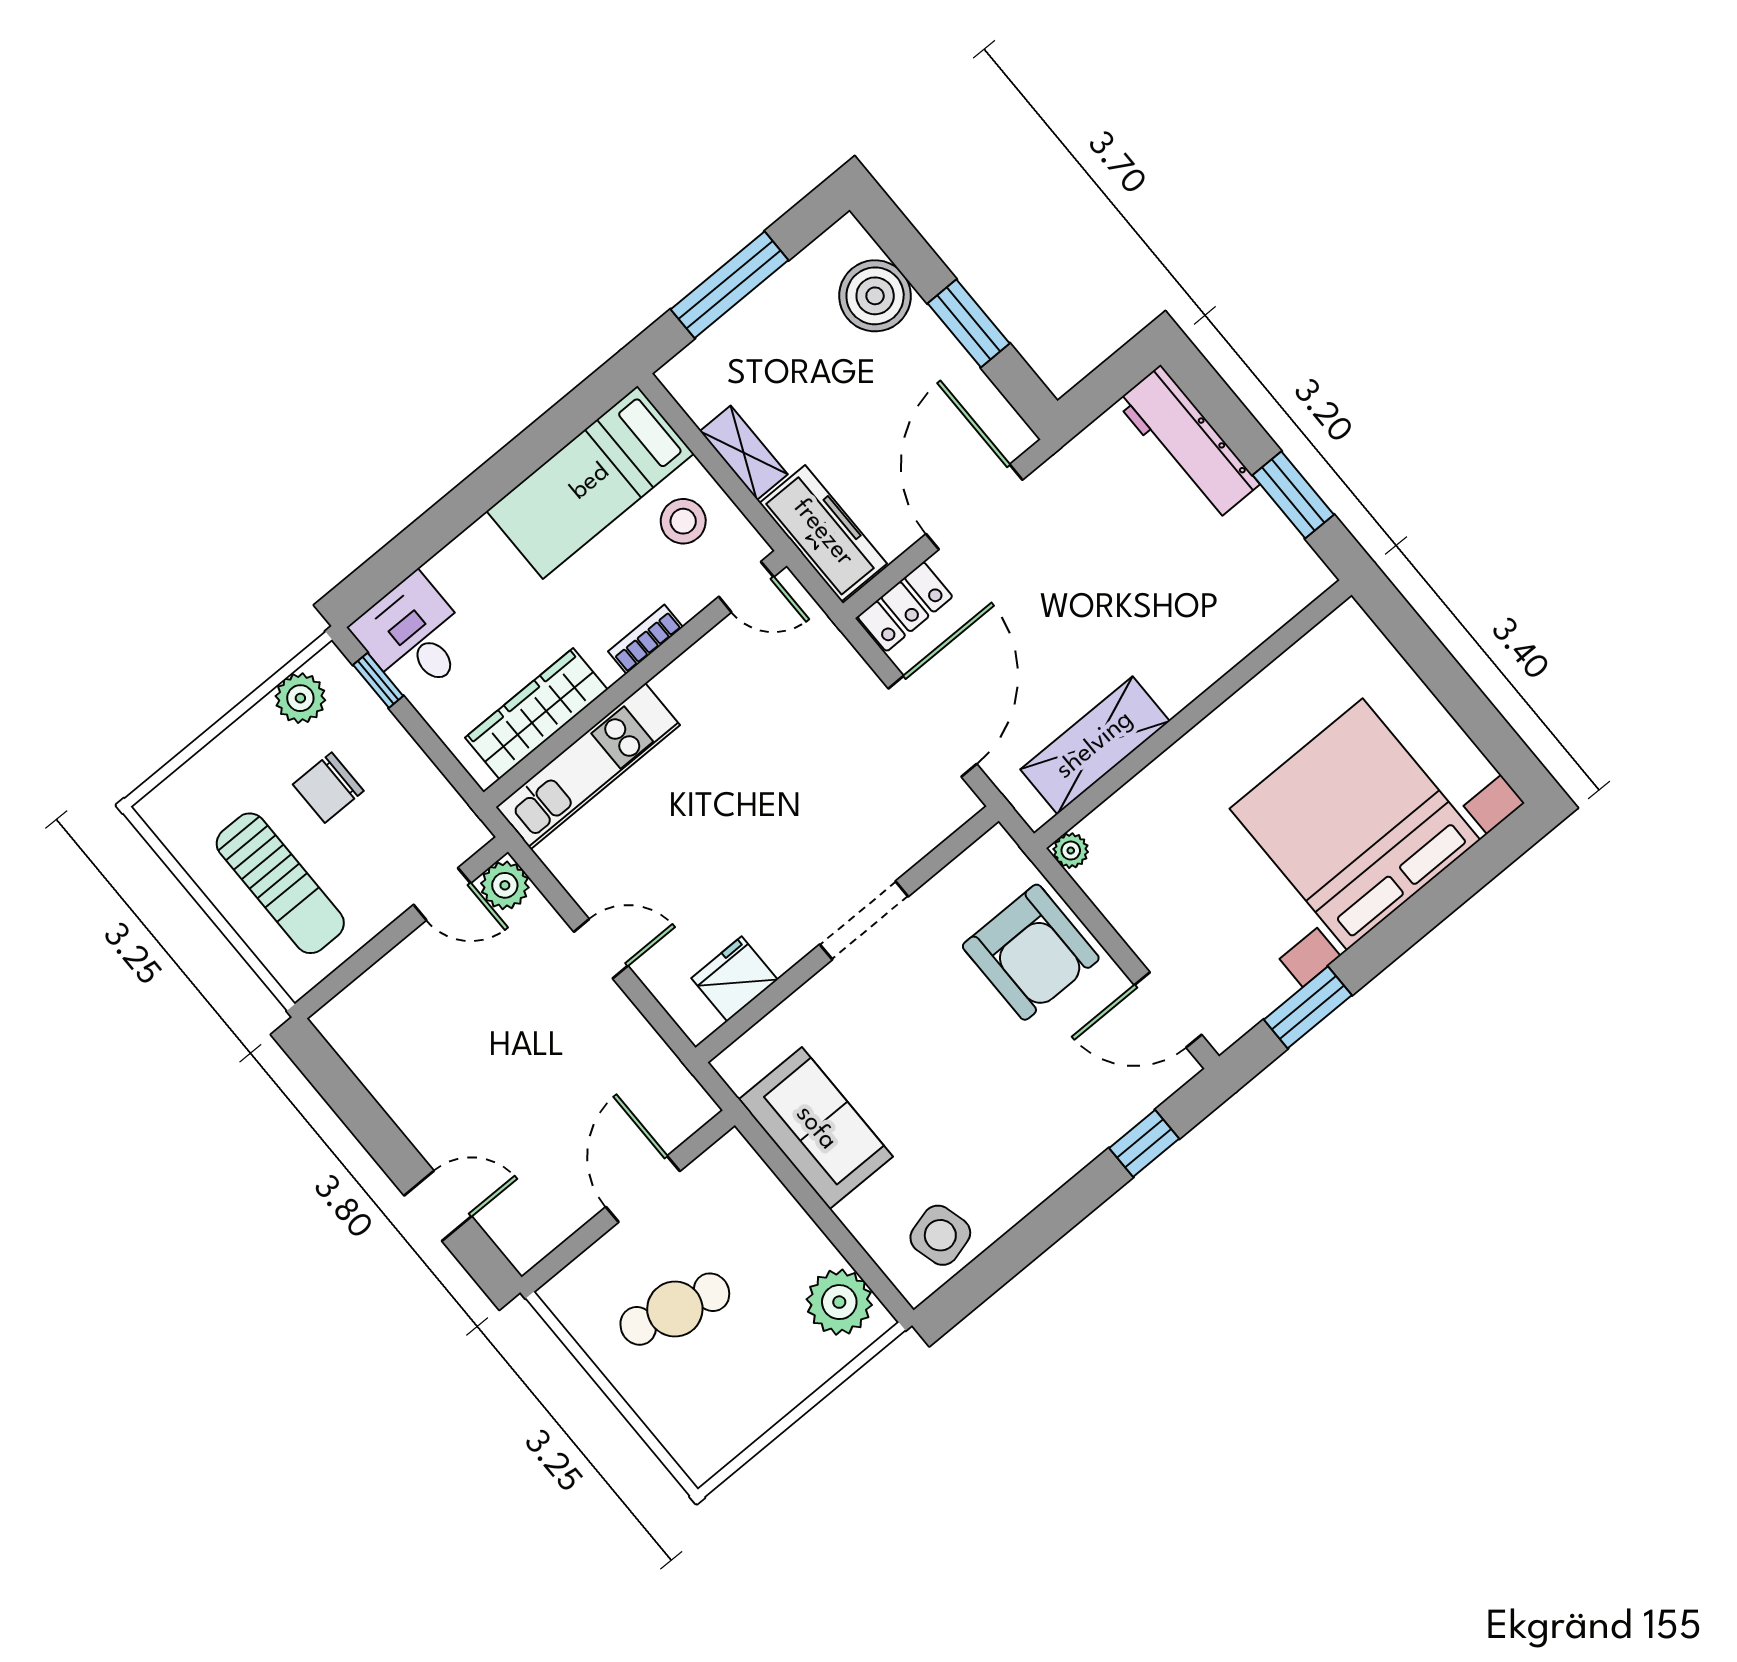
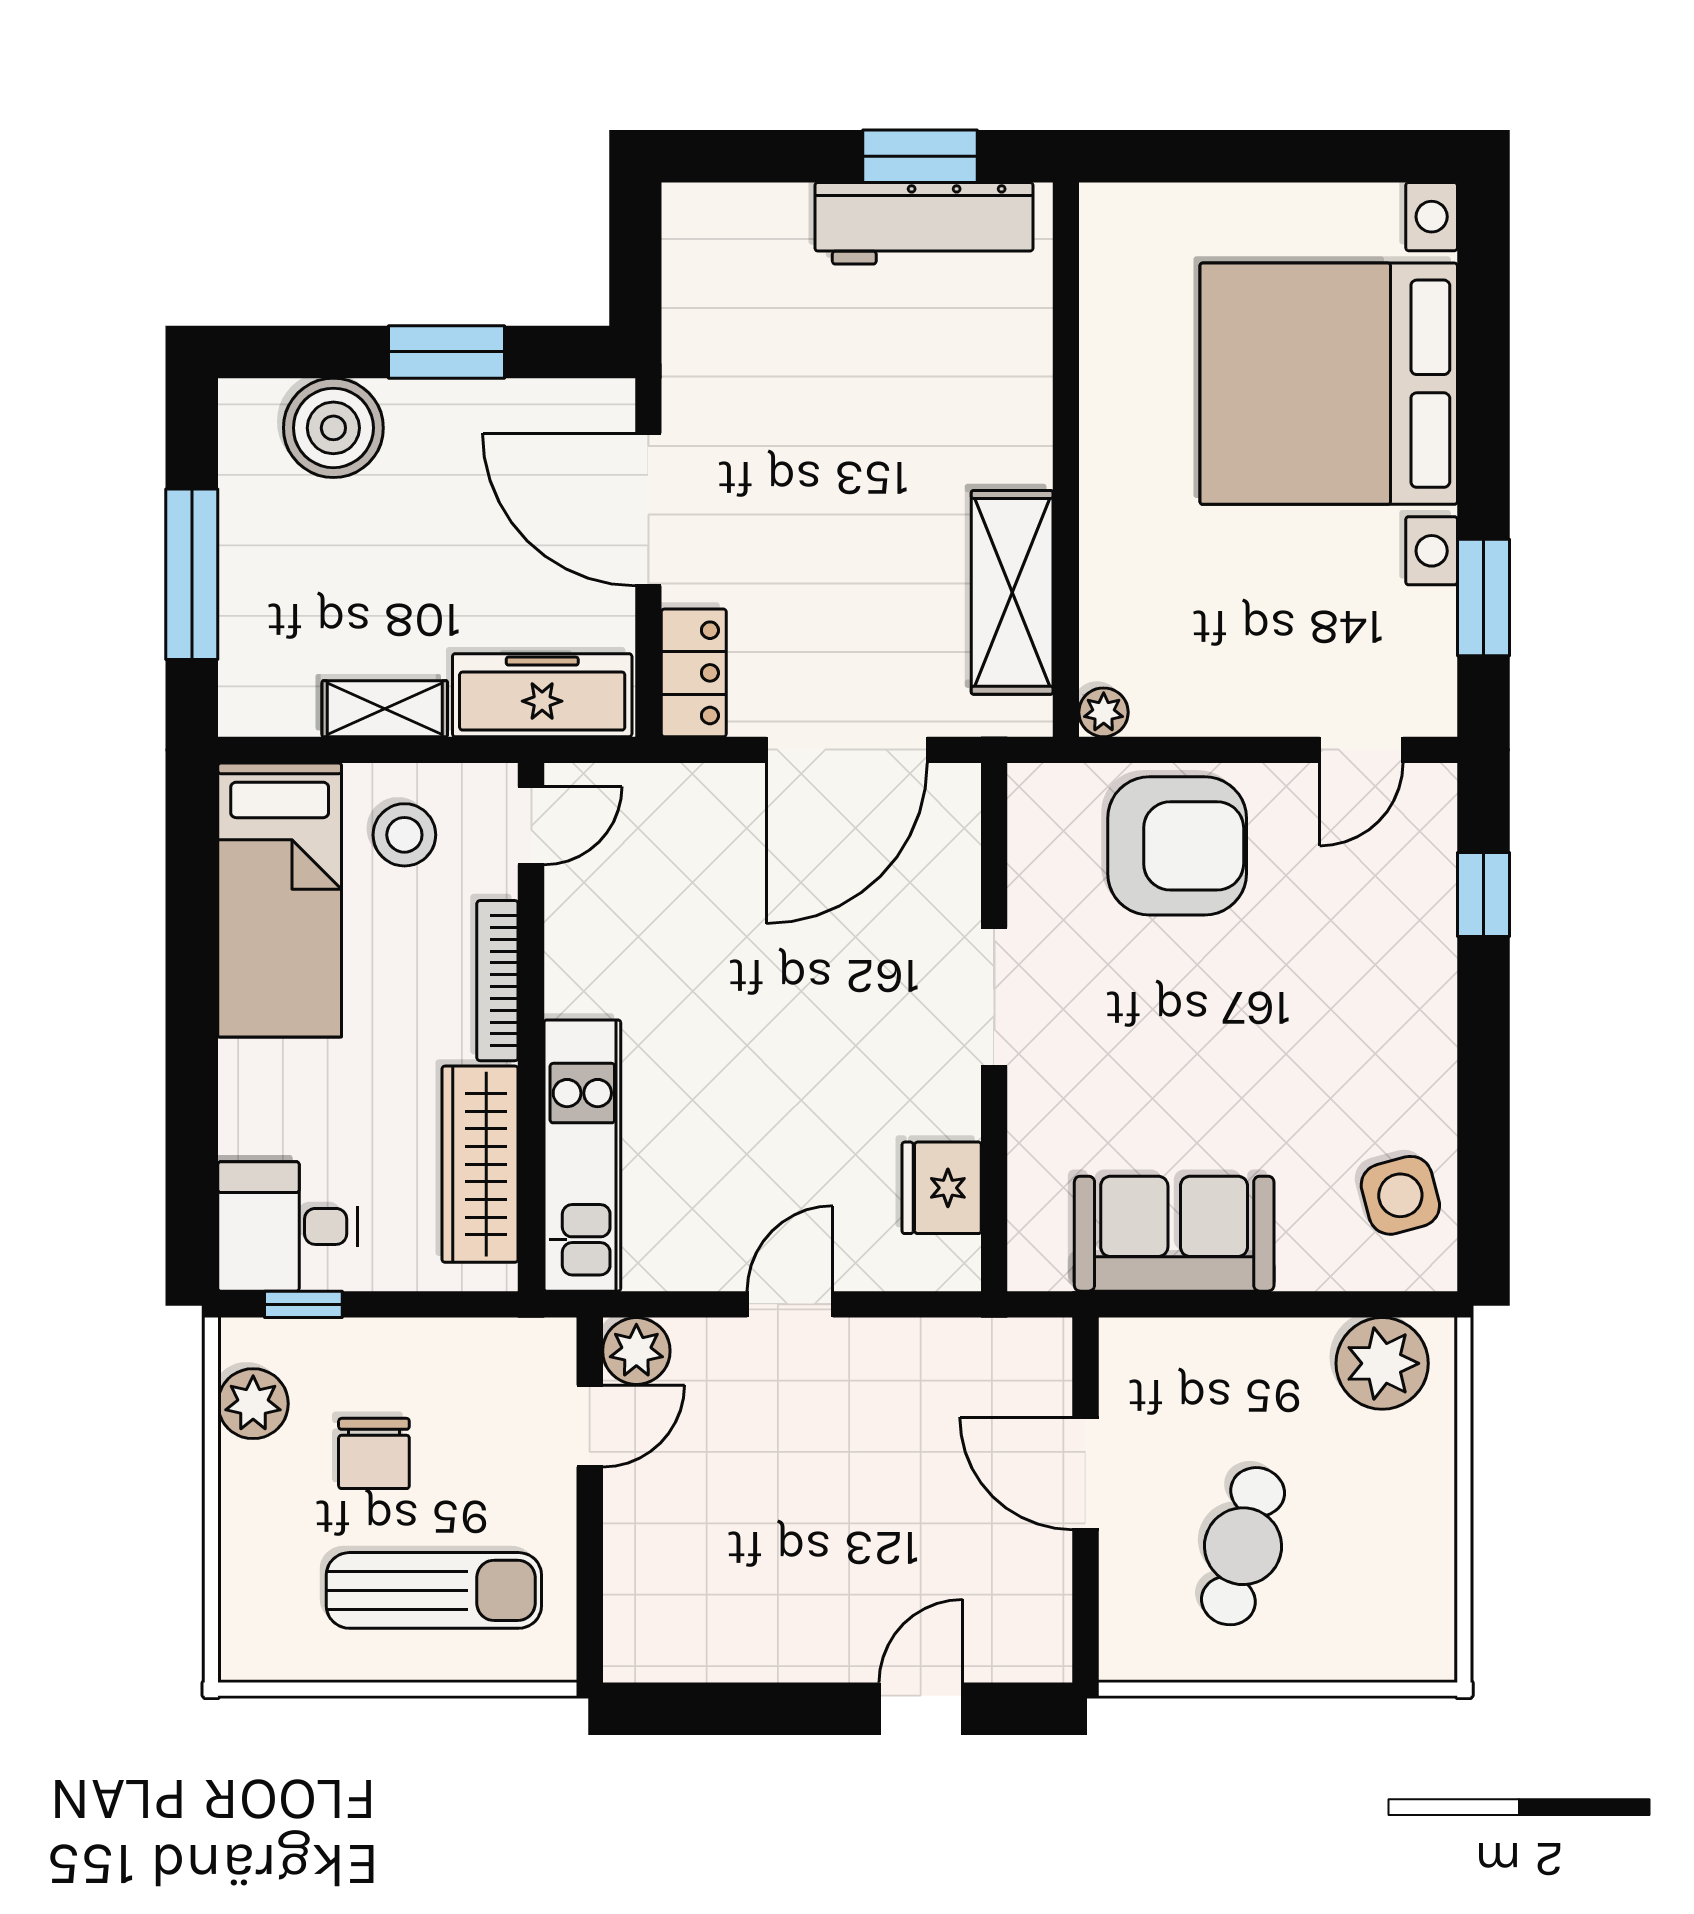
workbench: (1188, 443) -> (924, 223), moved
bookcase: (645, 639) -> (497, 981), width x1.56
door: (933, 726) -> (847, 750), swing flipped
door: (1168, 1010) -> (1361, 750), width x0.73

